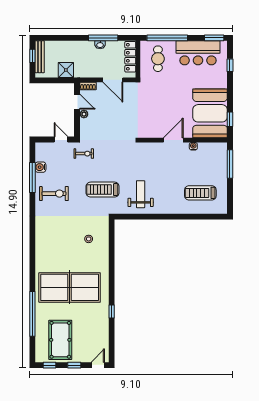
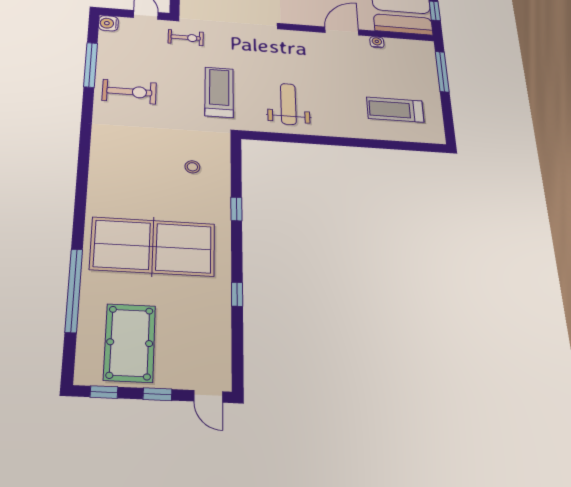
water cooler: (40, 167) -> (108, 23), moved
treadmill: (103, 190) -> (219, 92), turned 90
window: (112, 263) -> (236, 209), added
door: (98, 365) -> (208, 396), swing flipped

